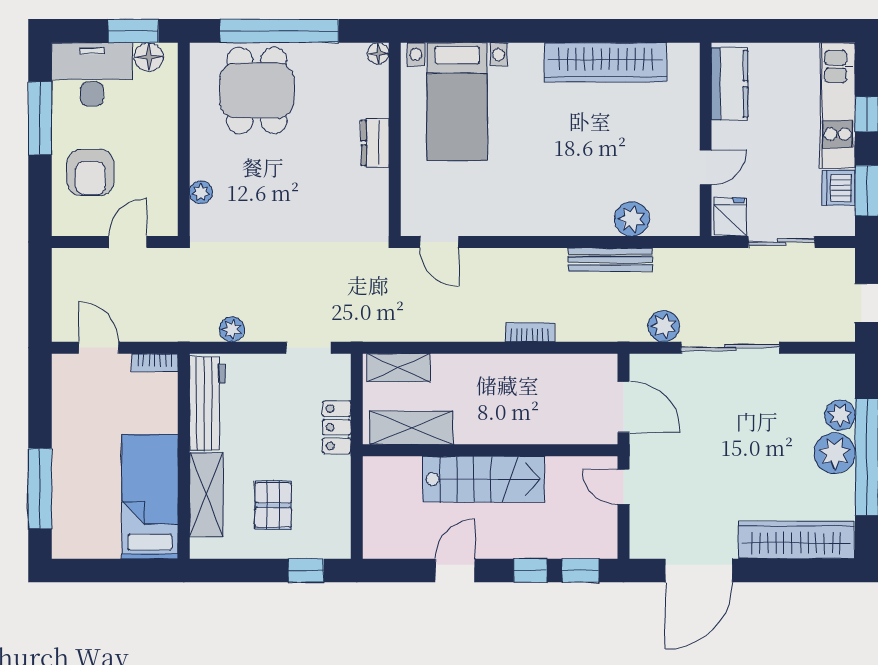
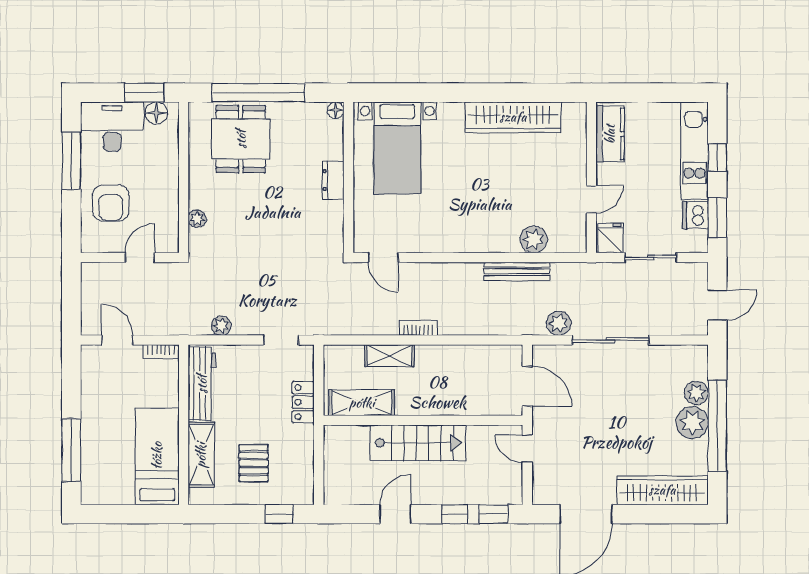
bookcase: (530, 332) -> (418, 328), moved
shelving: (399, 368) -> (389, 356), moved

